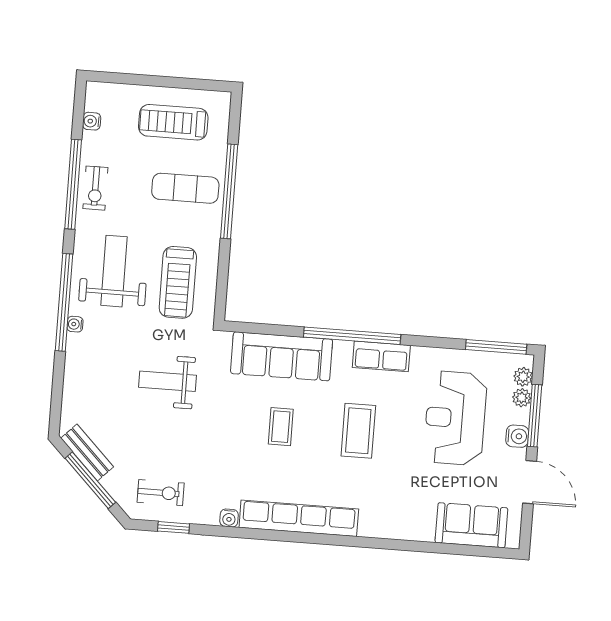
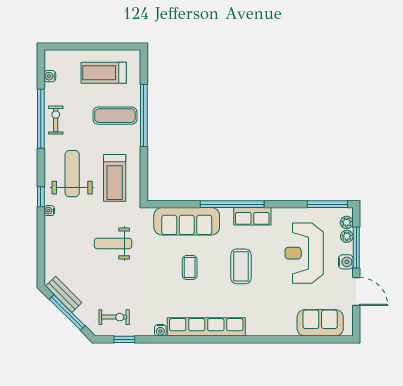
exercise bike: (95, 188) -> (56, 120), turned 180
window: (64, 302) -> (41, 197), width x0.32

